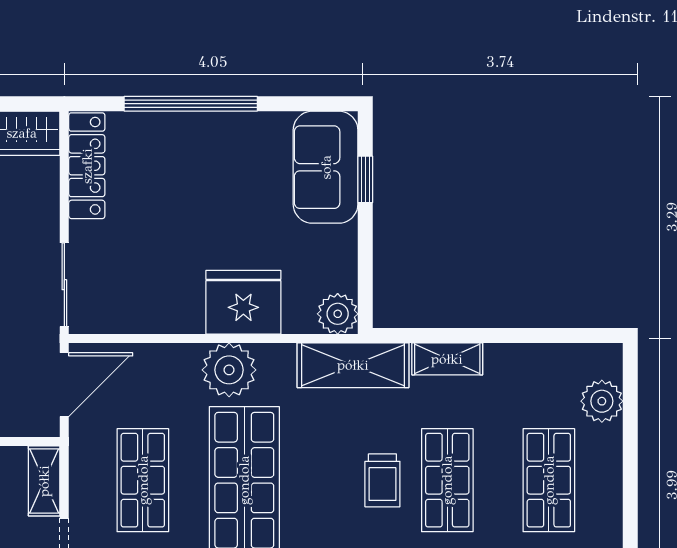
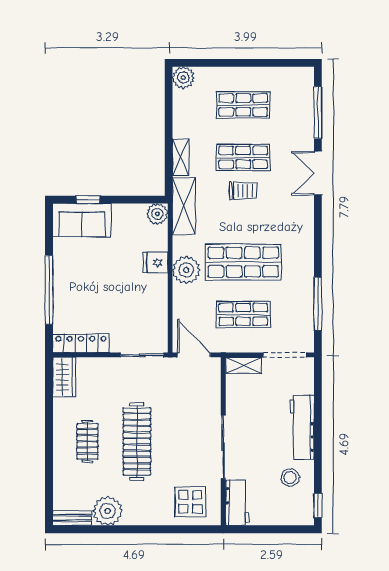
fridge: (243, 302) -> (156, 263), width x0.53, depth x0.75
plant: (602, 401) -> (183, 78), moved

